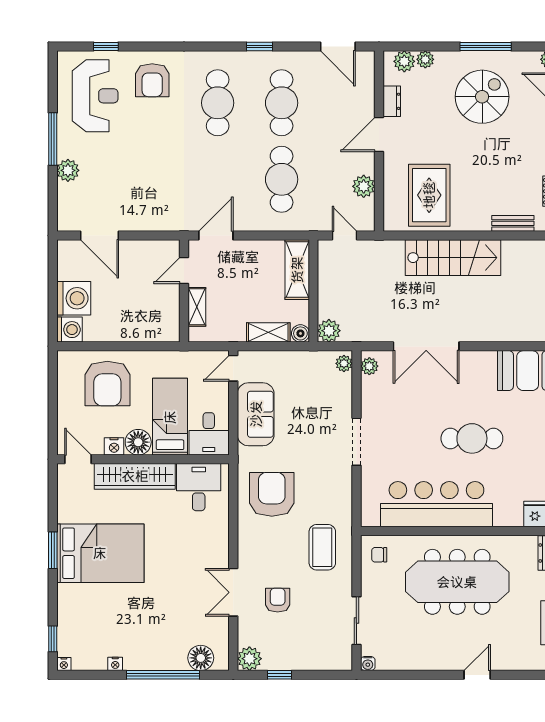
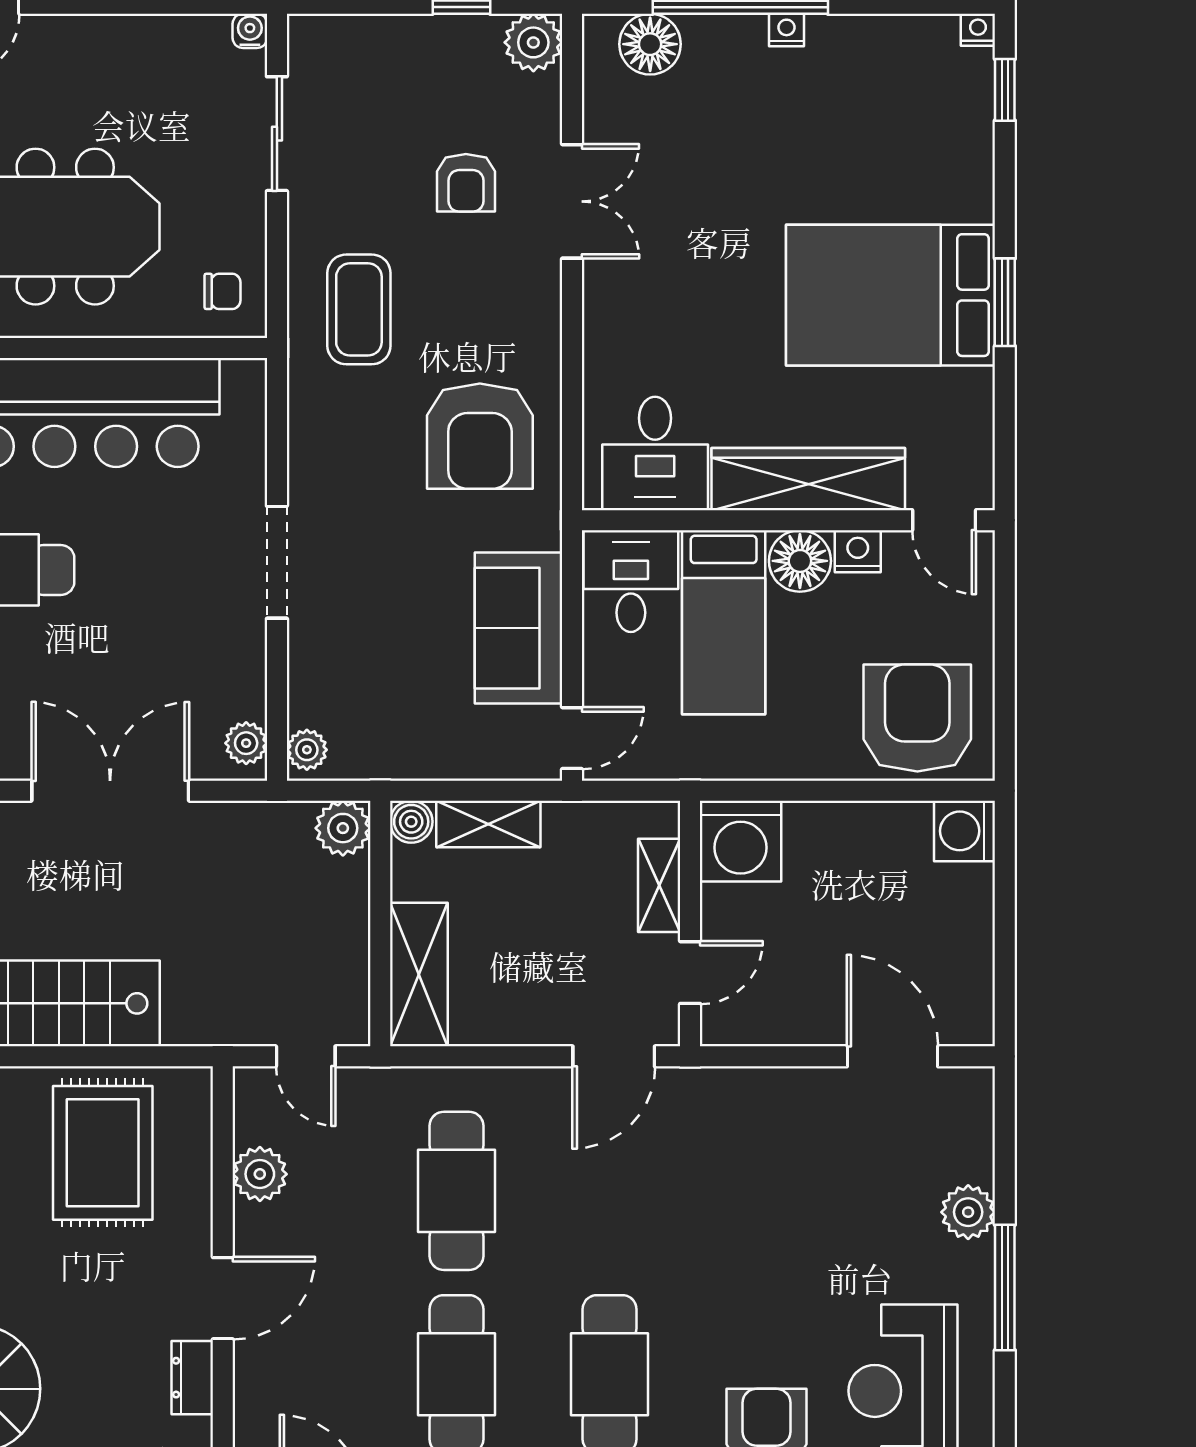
washing machine: (74, 298) -> (740, 841), moved, turned -90
armchair: (107, 384) -> (917, 718), moved
nightstand: (115, 664) -> (787, 30), moved

